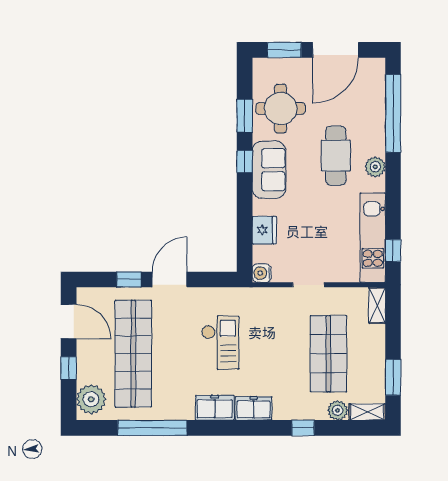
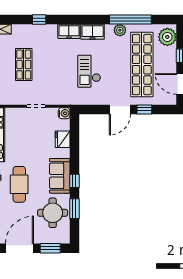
shop shelf: (328, 354) -> (24, 65), width x0.70, depth x0.74
plant: (338, 410) -> (120, 30), moved

